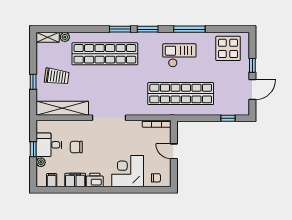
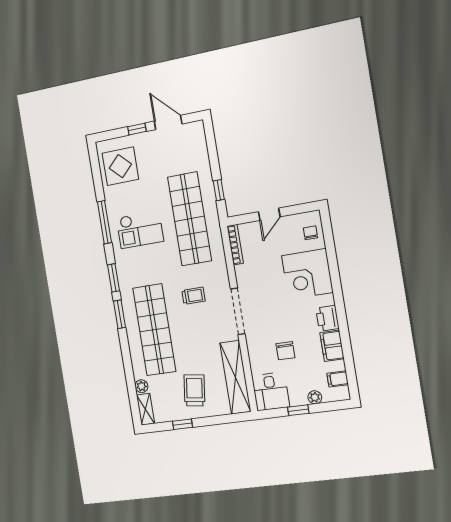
checkout: (179, 55) -> (140, 230), turned -90
window: (33, 82) -> (182, 424), moved
trolley: (125, 87) -> (193, 296), added
window: (228, 118) -> (219, 190), moved
desk: (49, 145) -> (271, 391), moved

